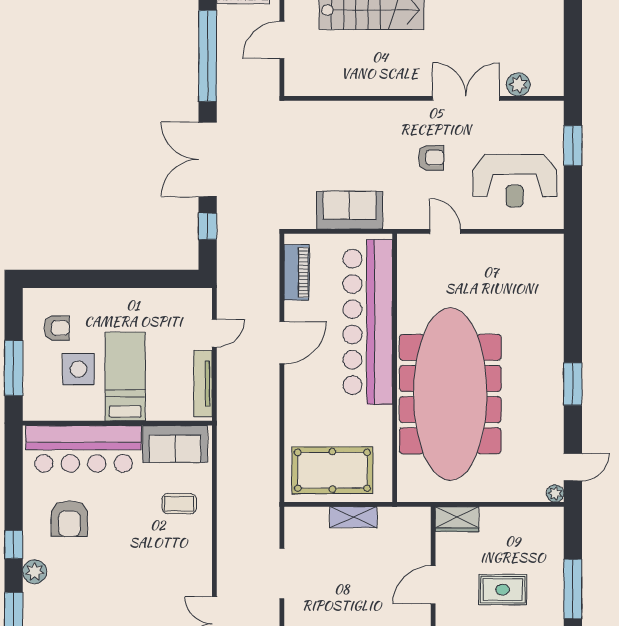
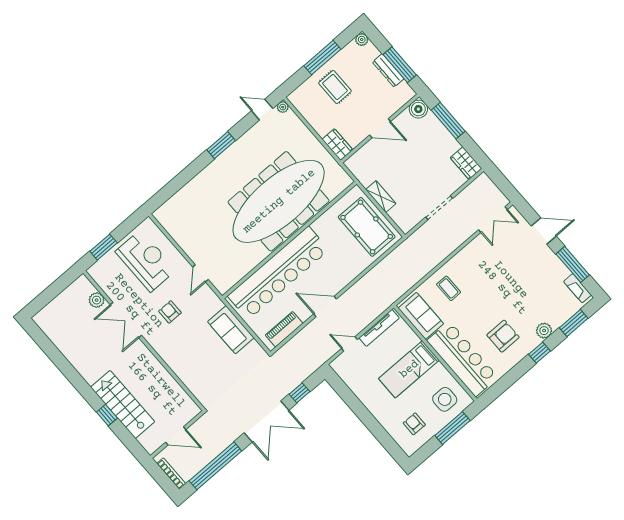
side table: (78, 369) -> (445, 399), moved
rug: (503, 590) -> (335, 87), moved

